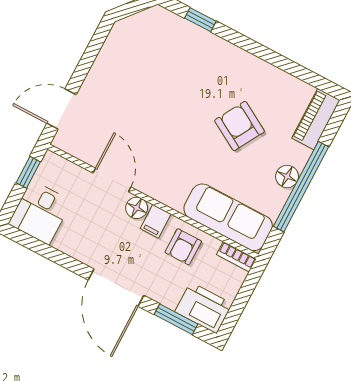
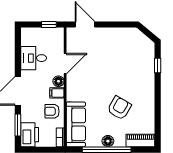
desk: (40, 212) -> (34, 58), moved

